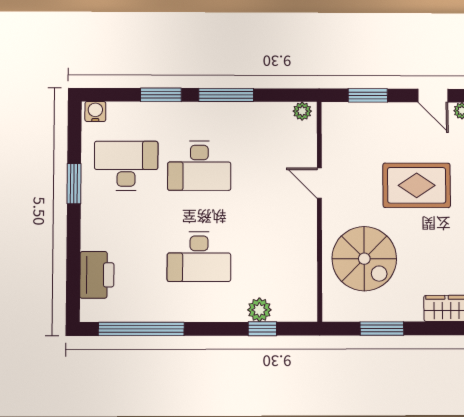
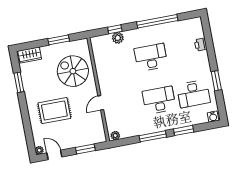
door: (319, 183) -> (101, 103), swing flipped
printer: (97, 275) -> (201, 45), width x0.53, depth x0.68
window: (141, 329) -> (157, 21), moved

